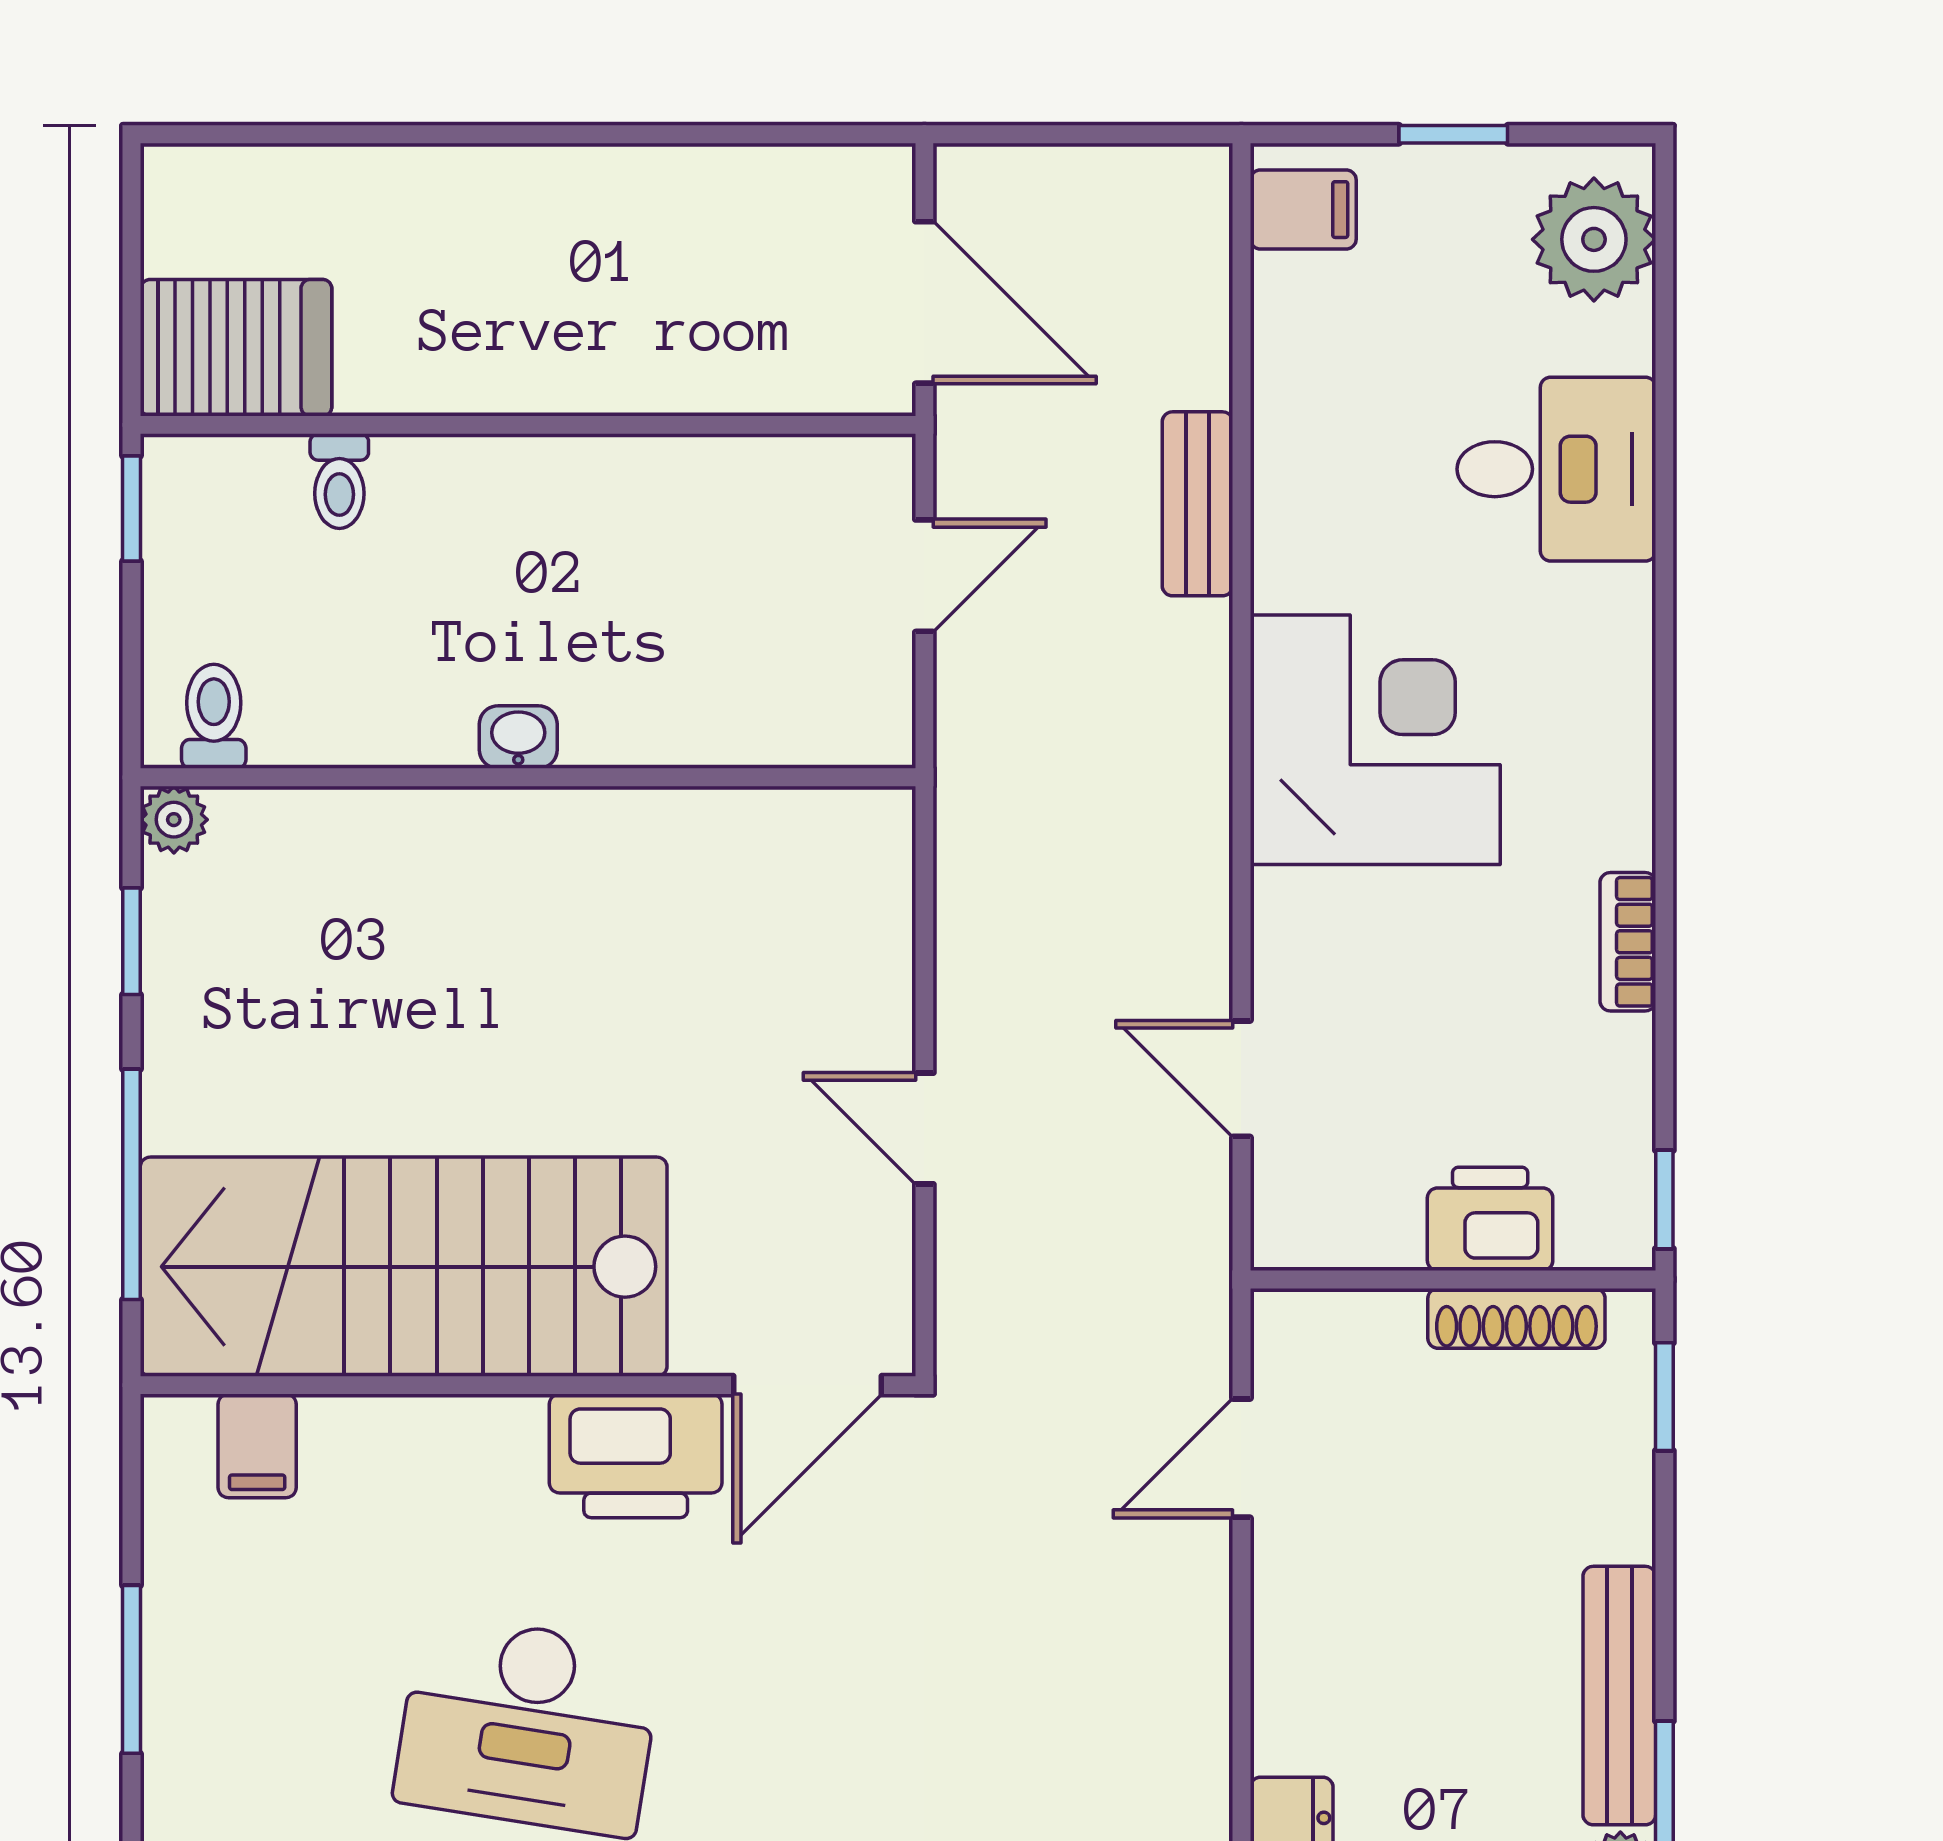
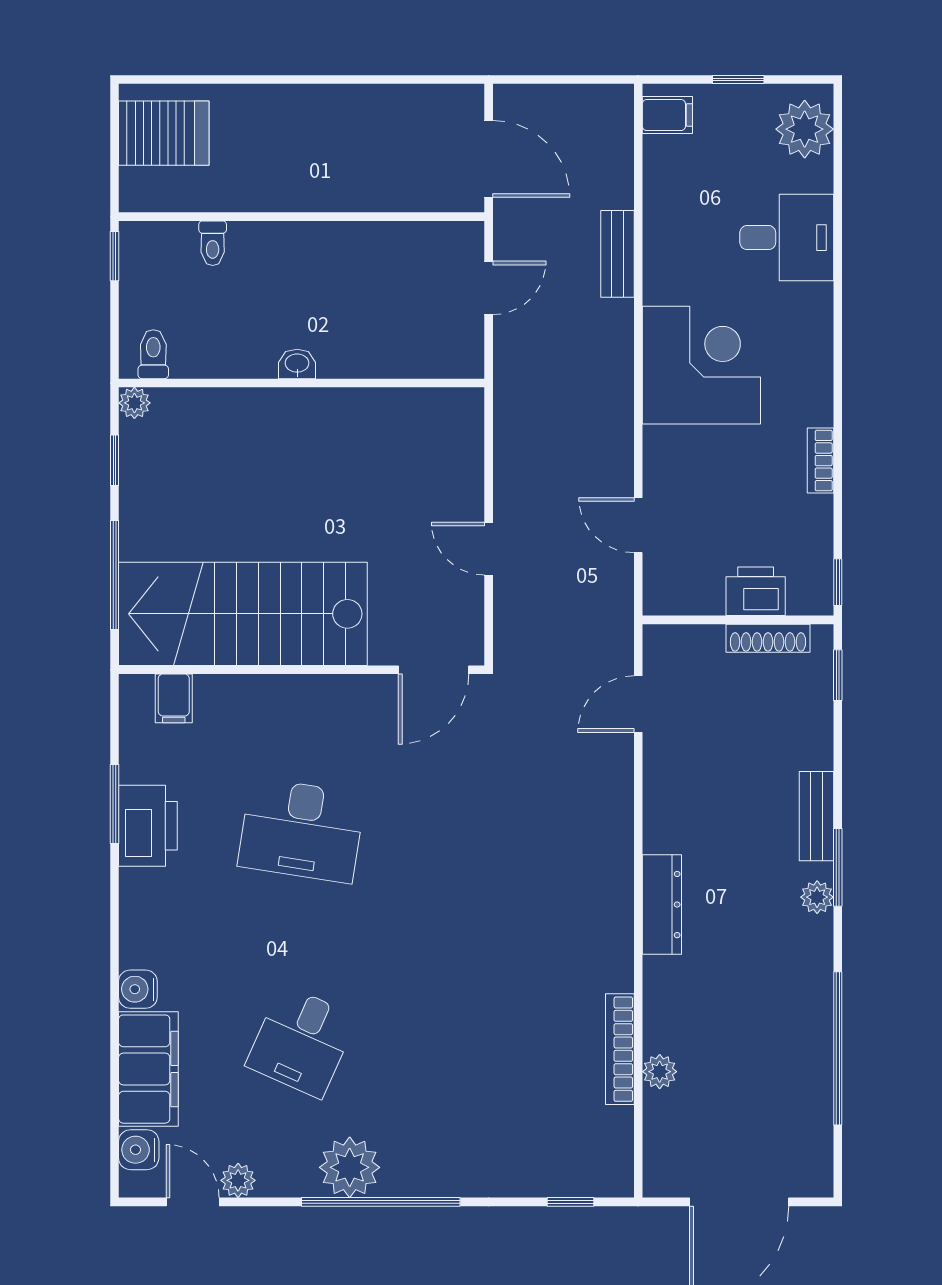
server rack: (236, 348) -> (164, 133), moved
printer: (636, 1456) -> (148, 826), moved, turned -90
bench: (1619, 1696) -> (817, 816), width x0.73

